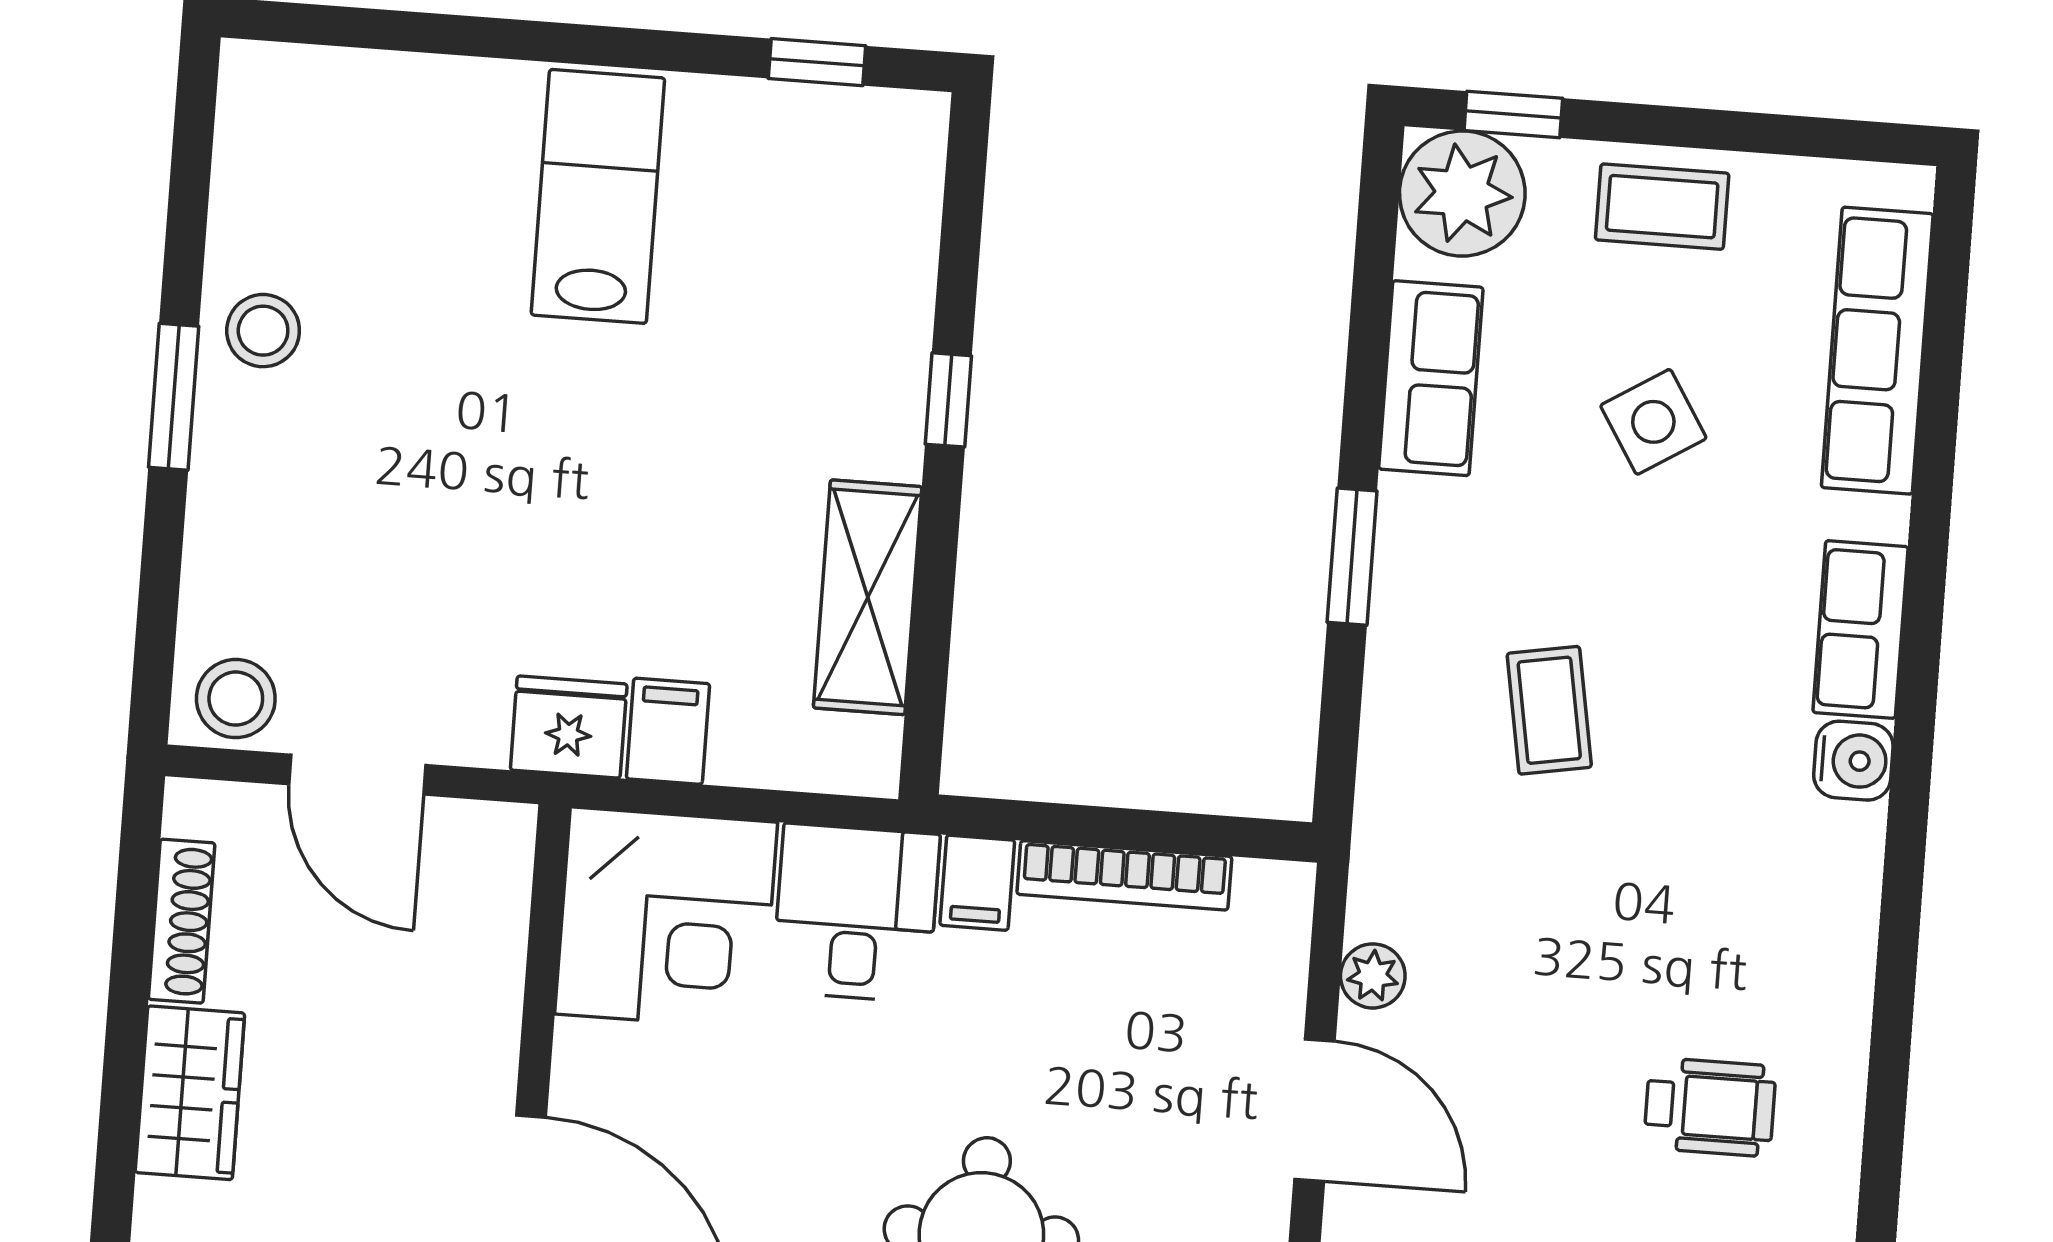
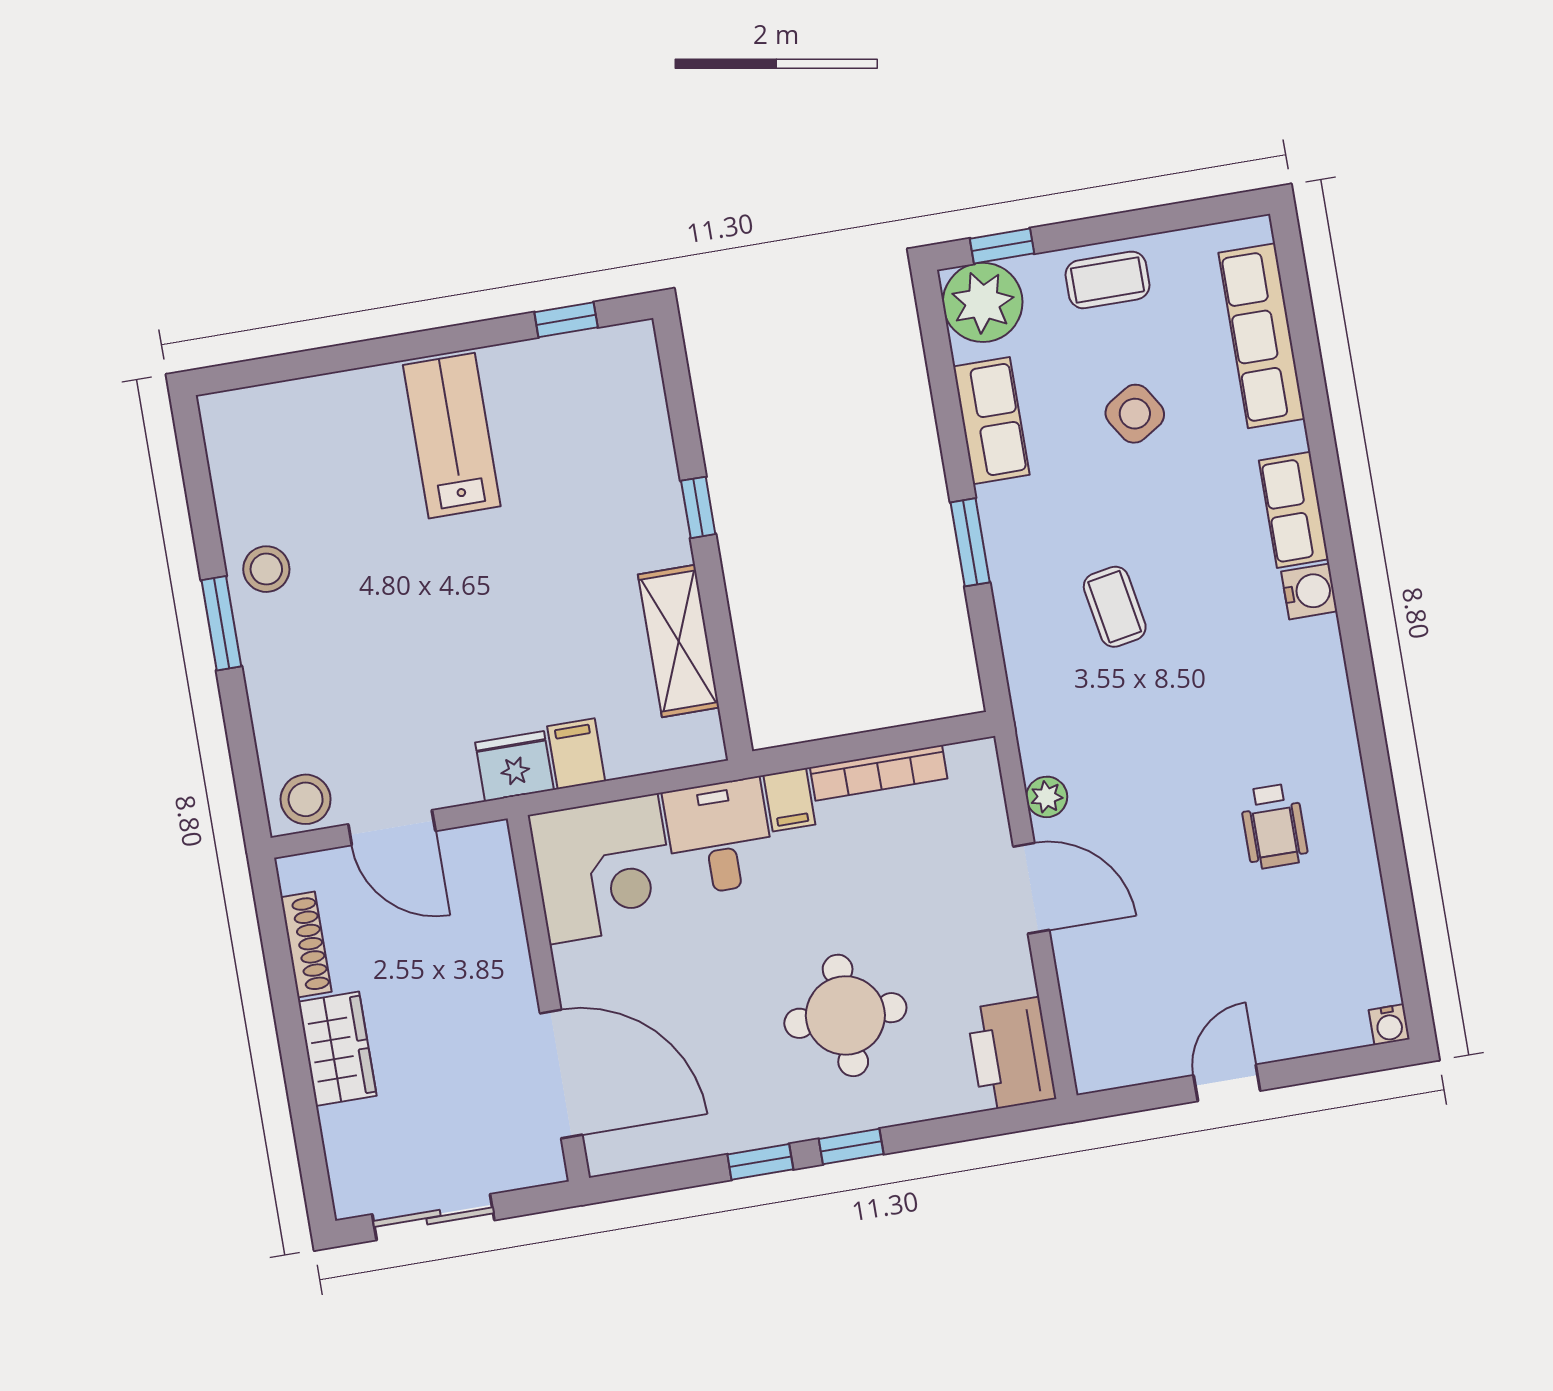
wheelchair: (1710, 1107) -> (1274, 826), turned 90

